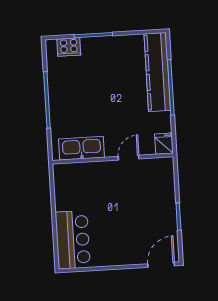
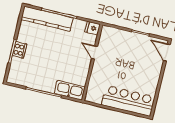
cooker: (69, 47) -> (20, 50), moved
kitchen sink: (82, 148) -> (70, 90), moved, turned 90
bar counter: (73, 240) -> (128, 101), width x1.36

